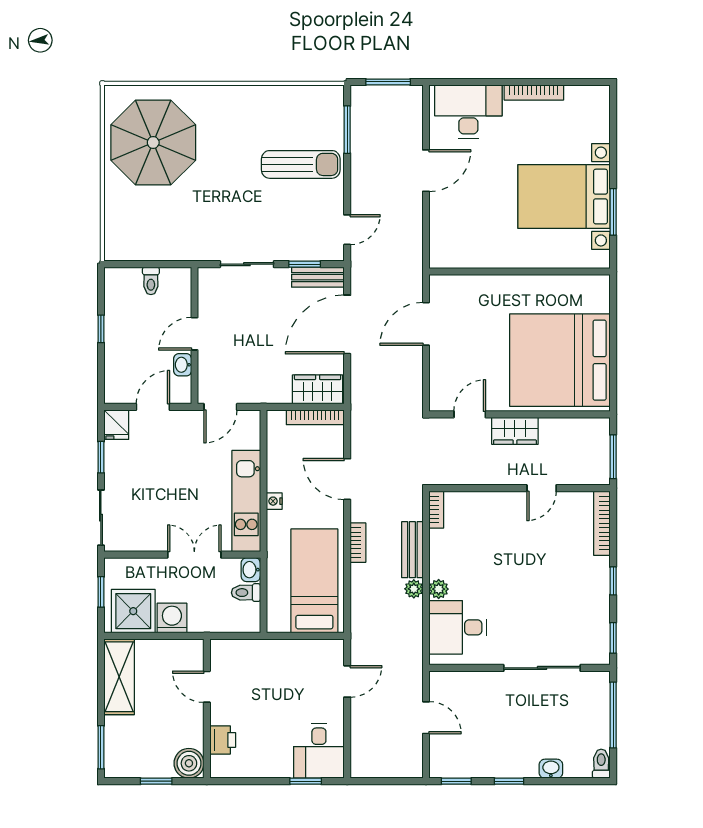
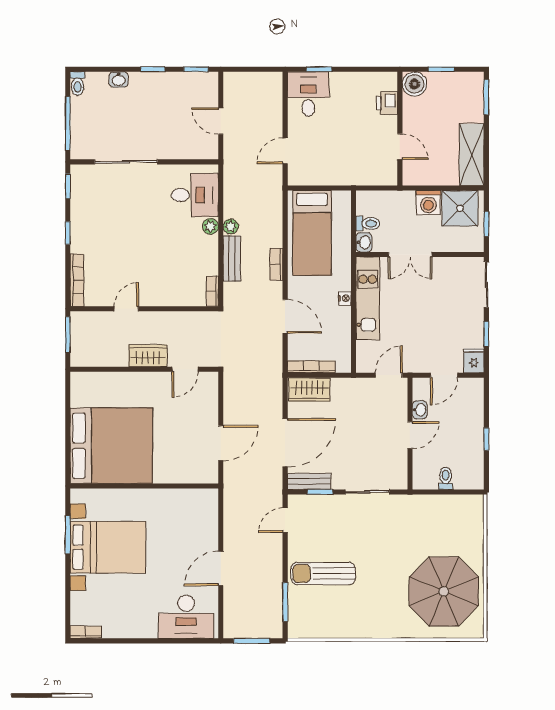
bookcase: (534, 93) -> (86, 632), moved, width x0.64
bed: (560, 360) -> (111, 446), moved

